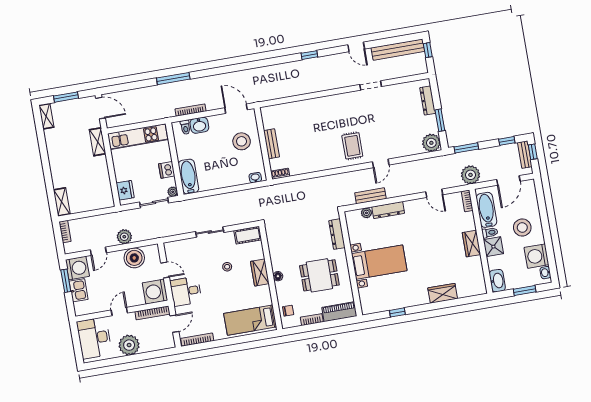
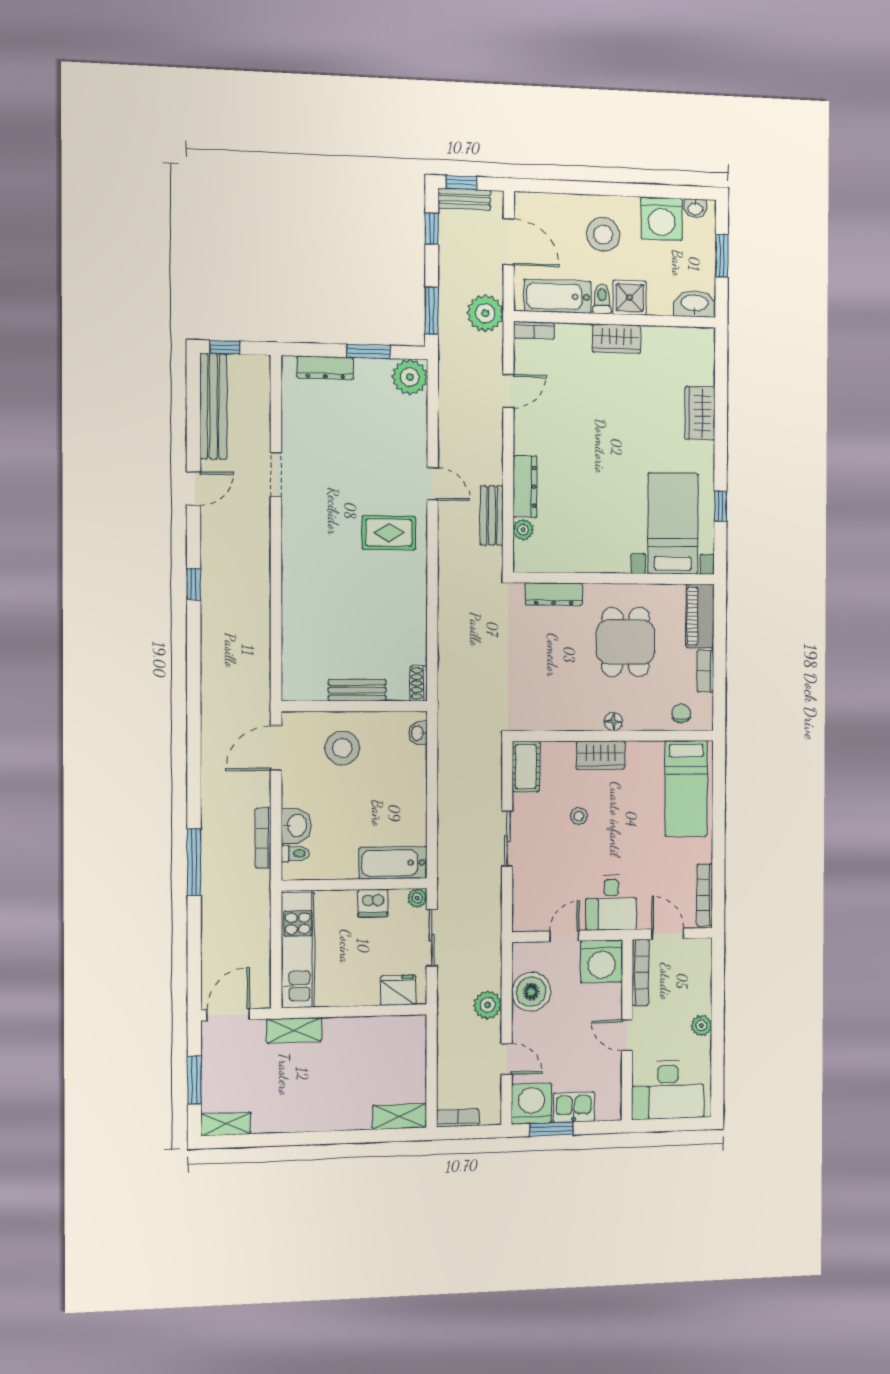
bed with nightstands: (379, 262) -> (673, 523), moved
plant: (129, 345) -> (701, 1025), width x0.53, depth x0.53

